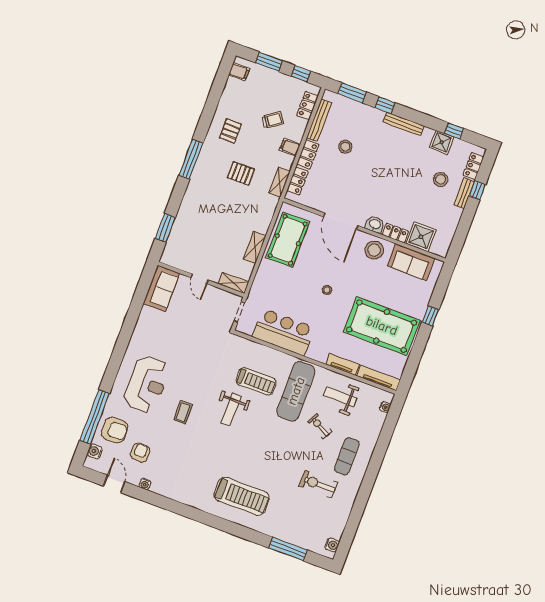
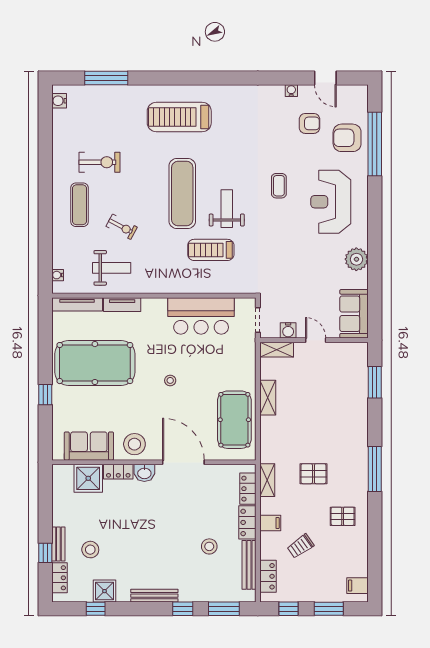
pallet: (230, 131) -> (343, 516), turned 90
plant: (143, 331) -> (356, 259), added
exercise mat: (296, 391) -> (182, 194), moved
water cooler: (95, 451) -> (288, 330), moved, turned 90
armchair: (140, 453) -> (309, 123), turned -90

